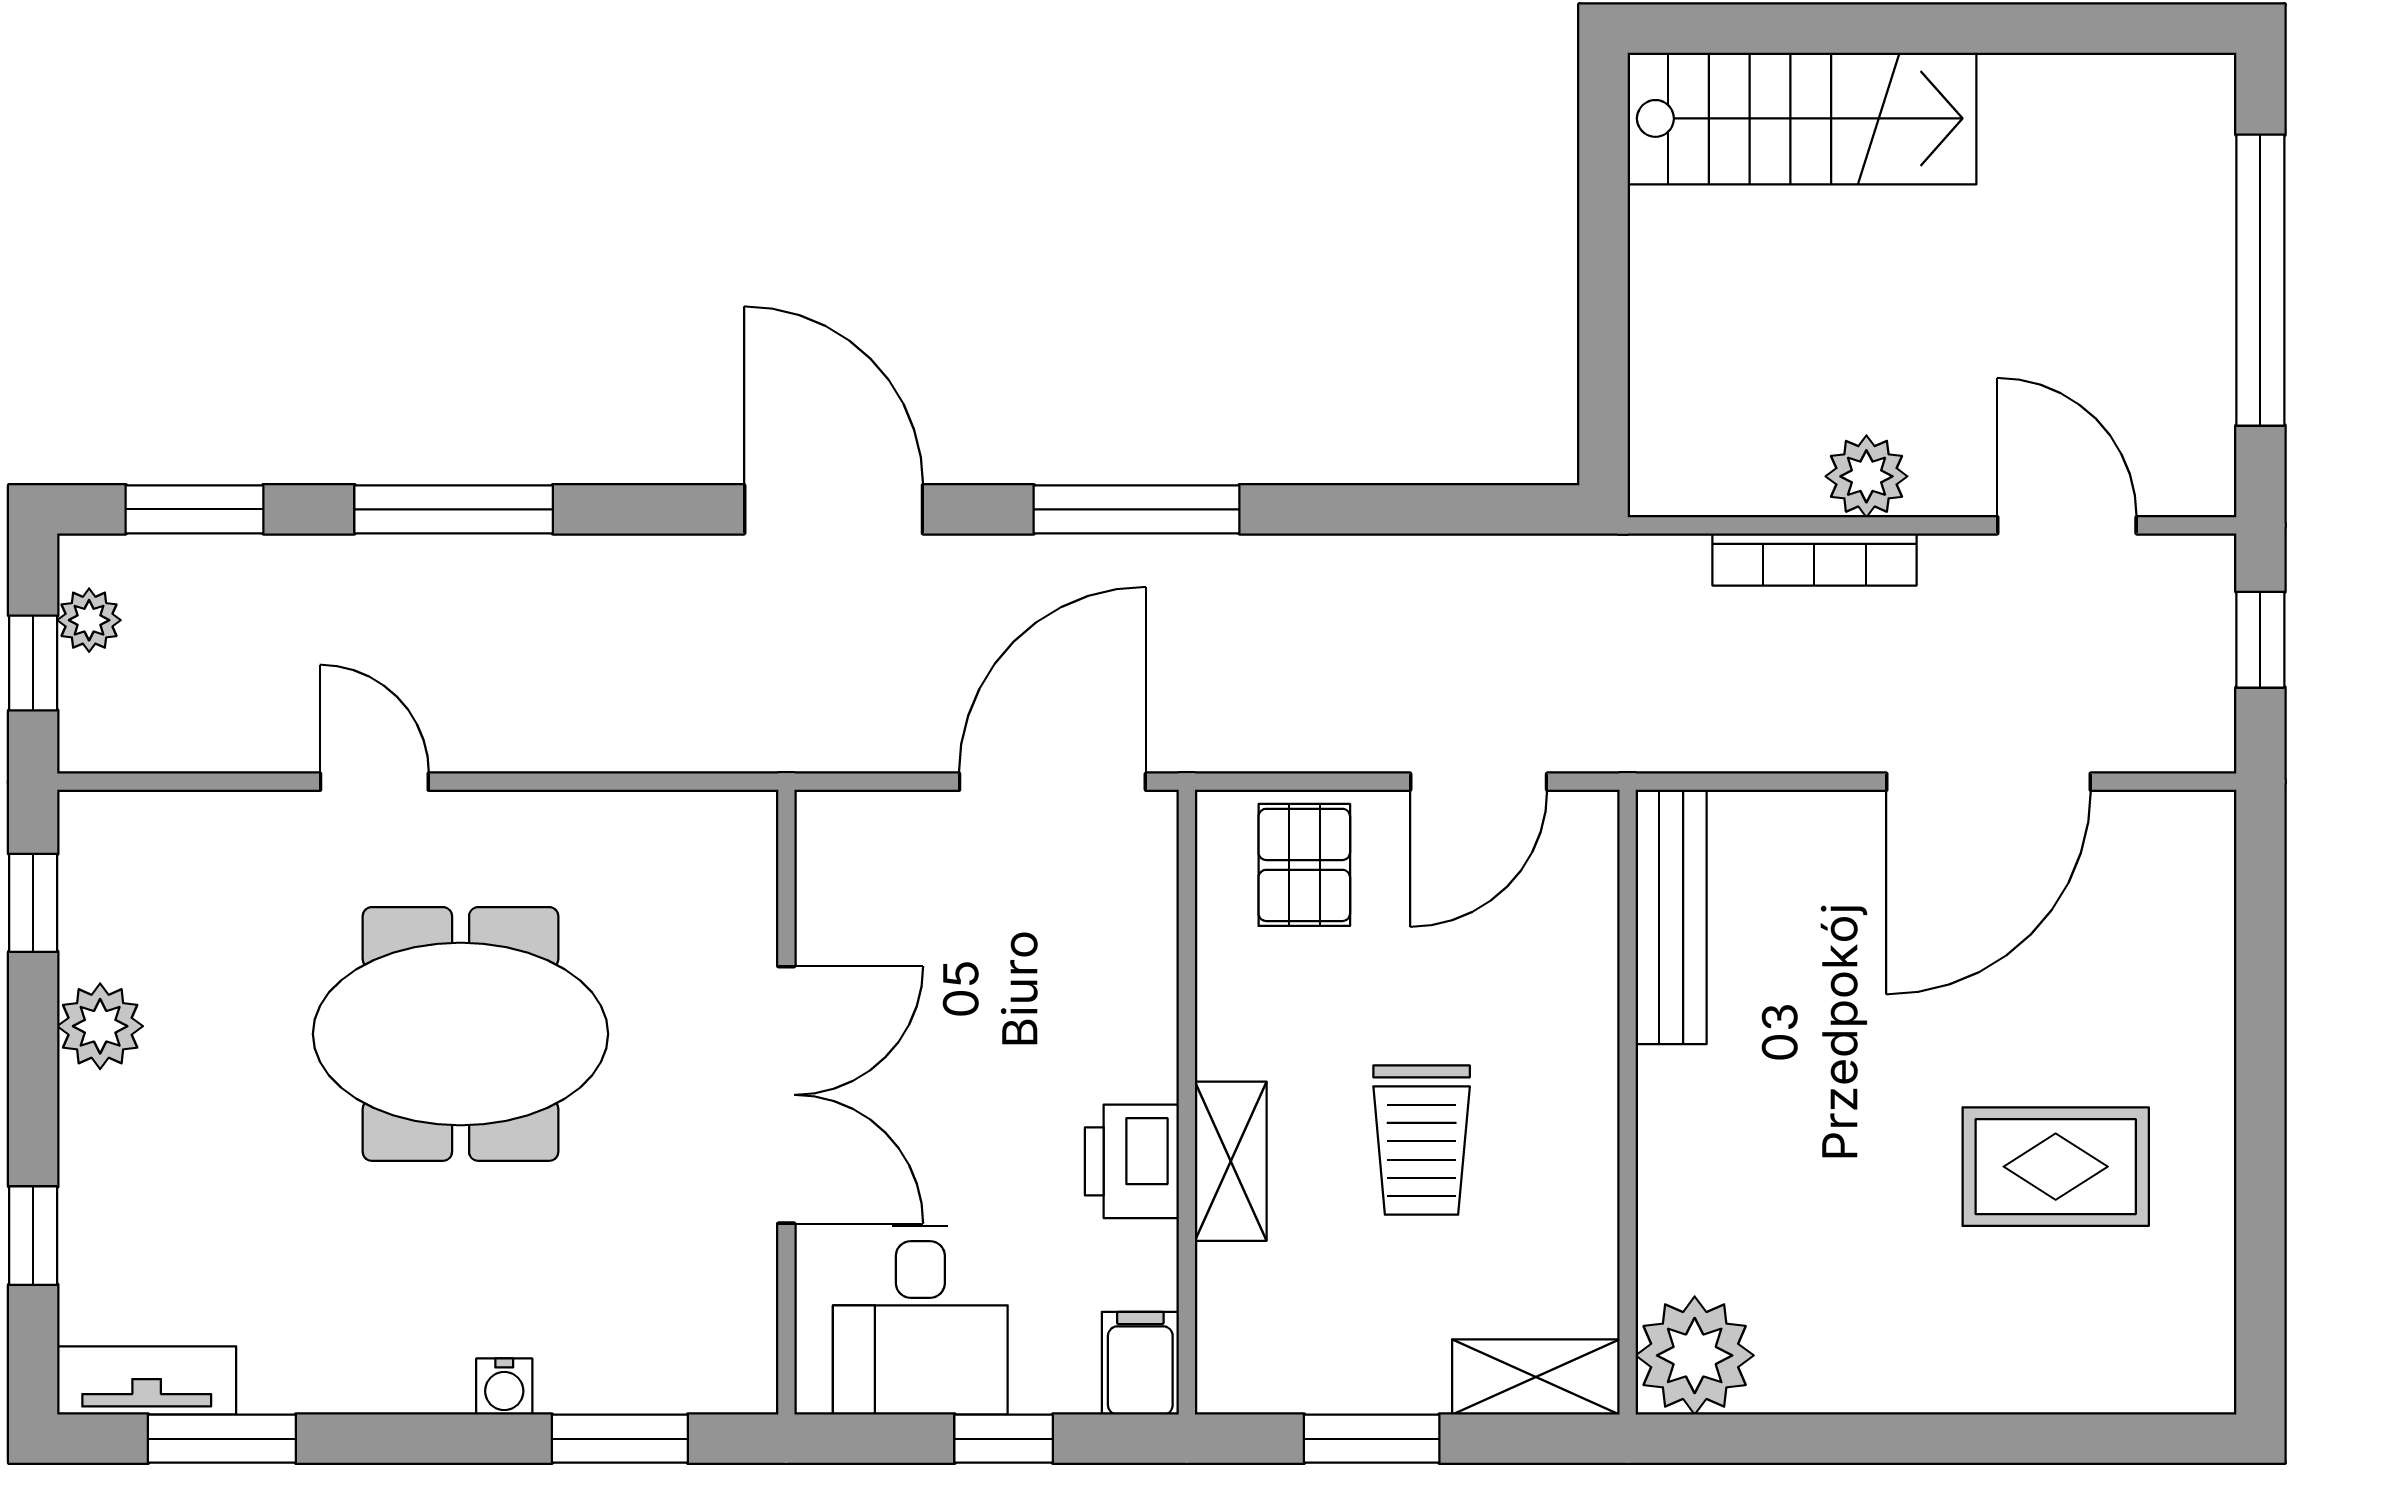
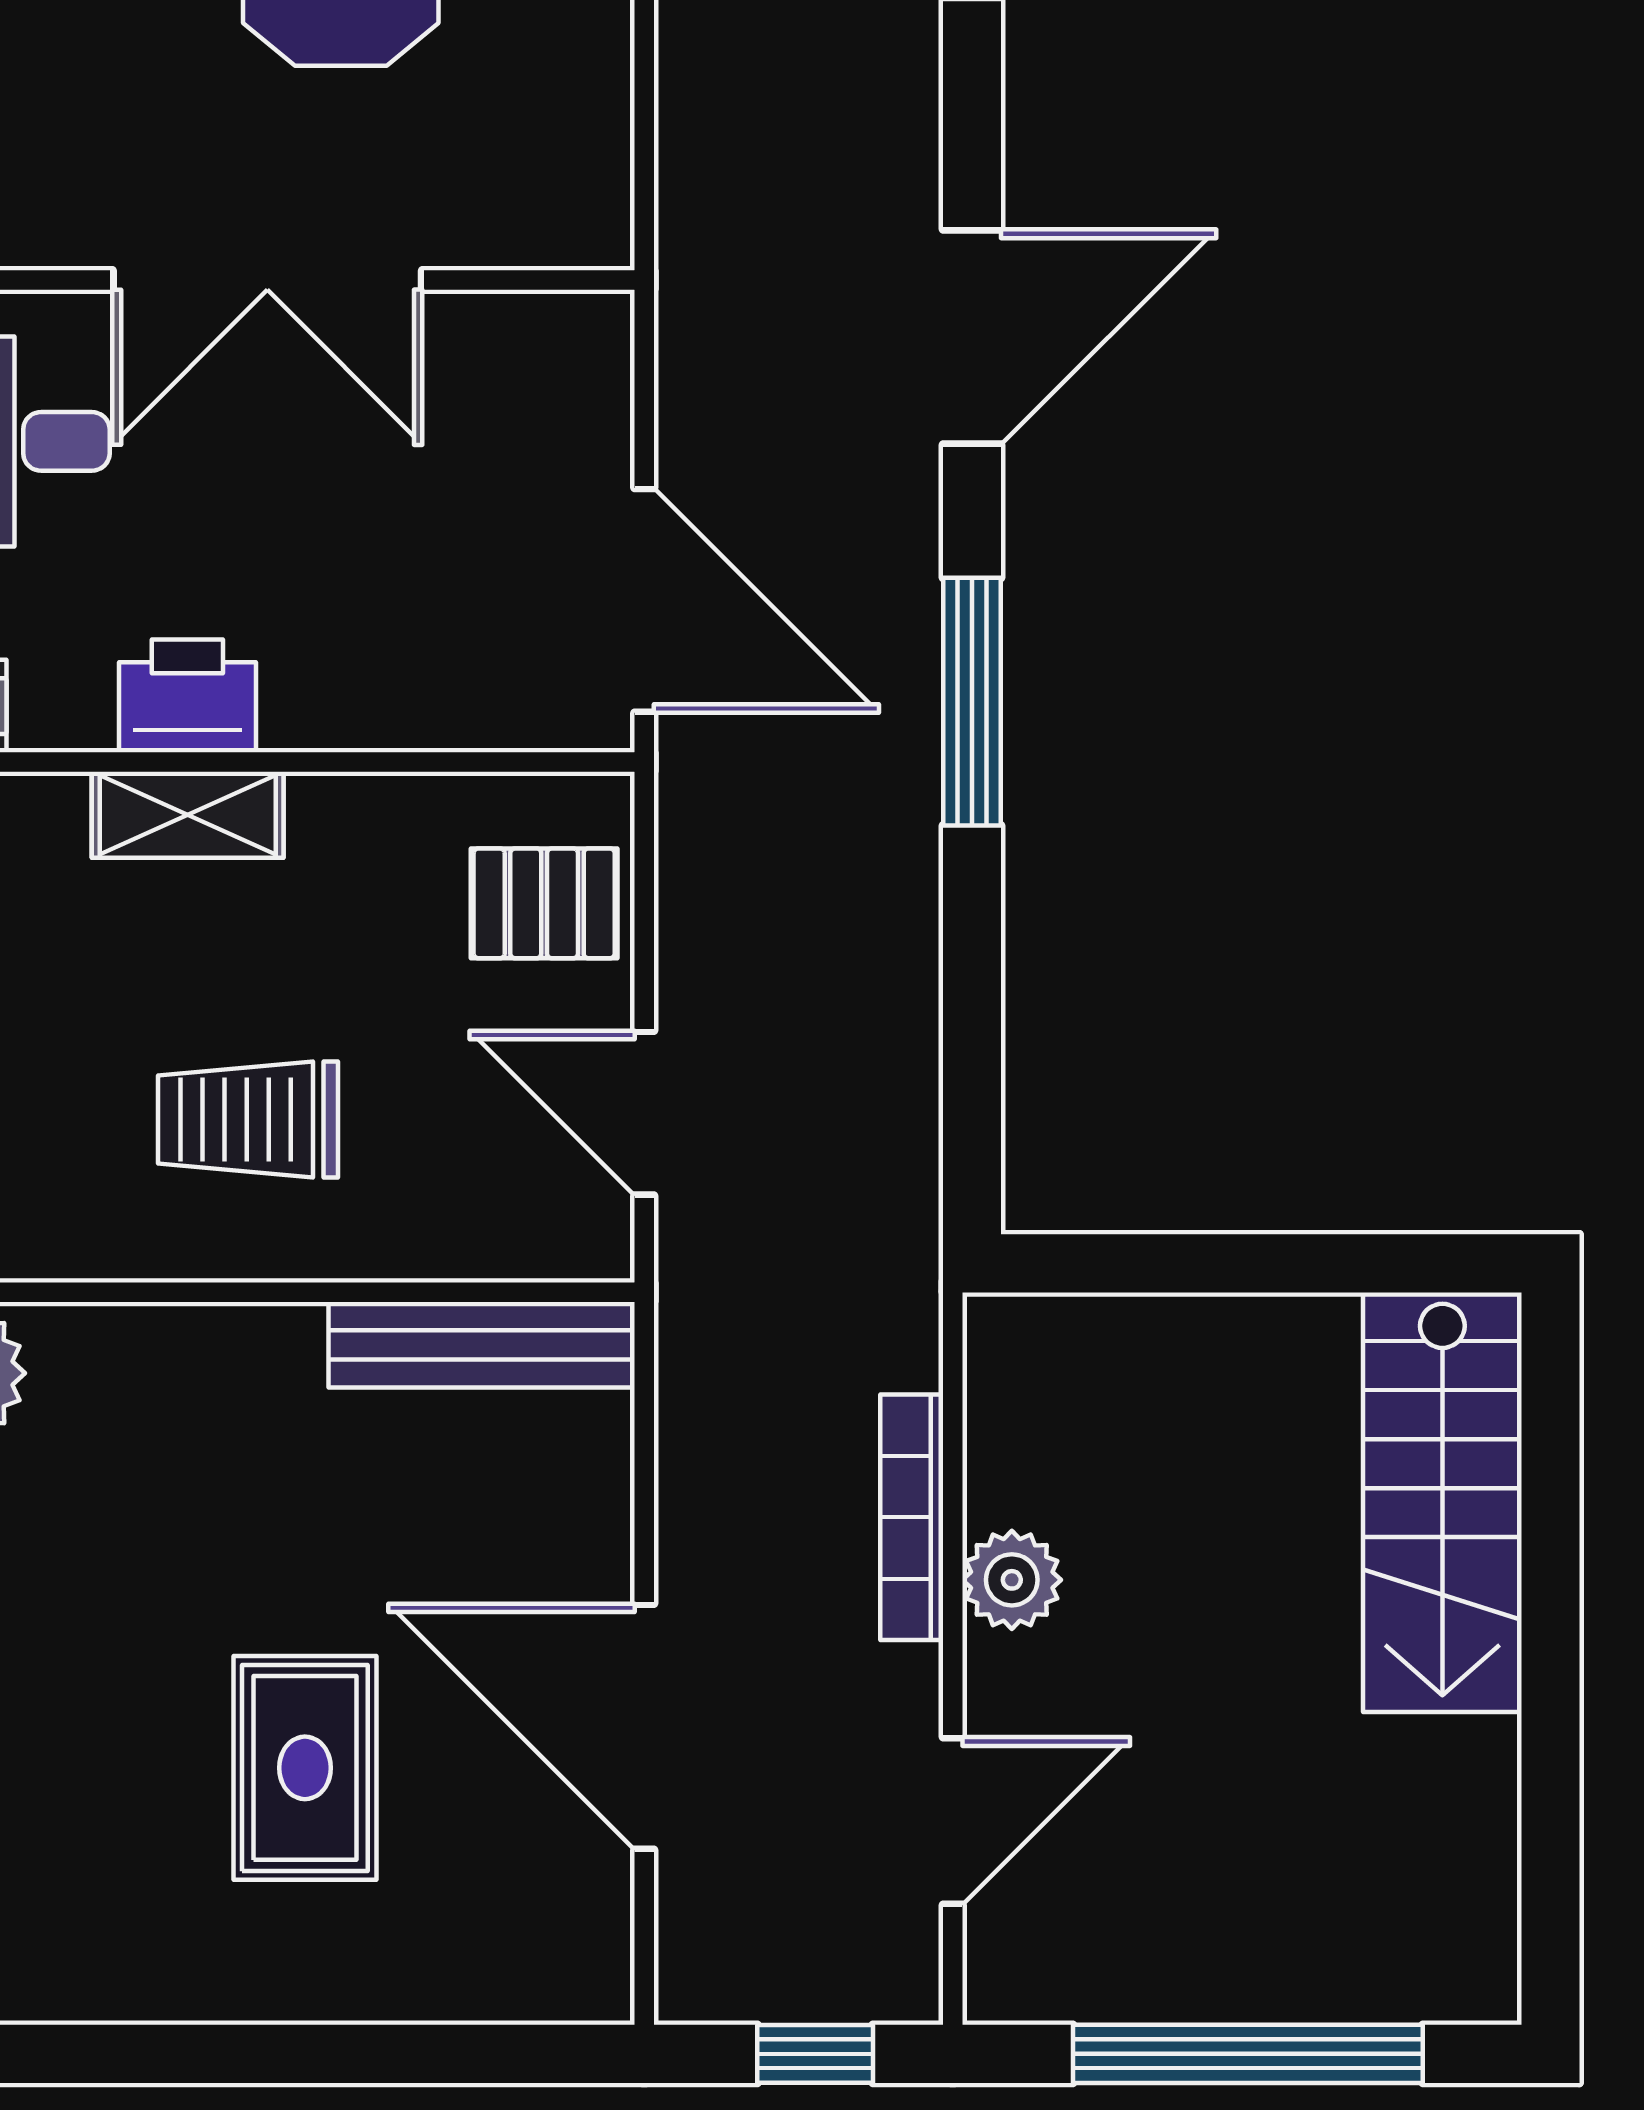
trolley: (1422, 1140) -> (248, 1120), moved
rug: (2056, 1167) -> (305, 1768), moved

